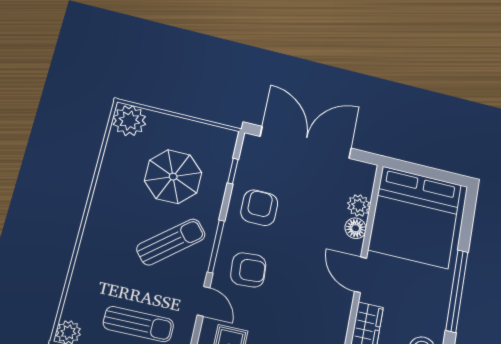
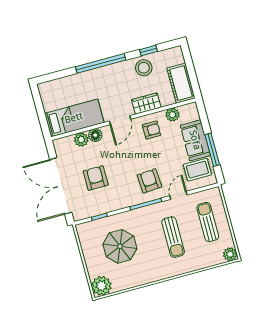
armchair: (259, 208) -> (96, 178), moved, turned 90
bed: (415, 217) -> (74, 118), width x0.49
sun lounger: (171, 242) -> (173, 237), moved, turned -140
armchair: (323, 313) -> (151, 130), added

